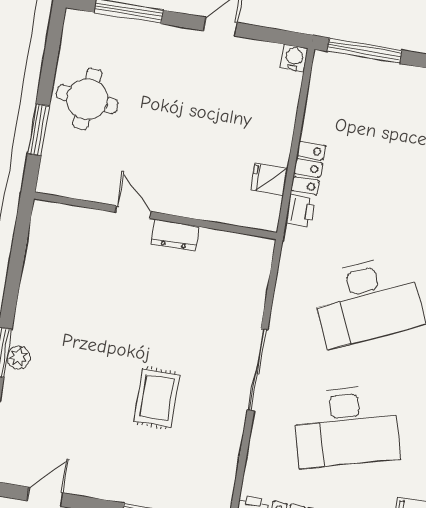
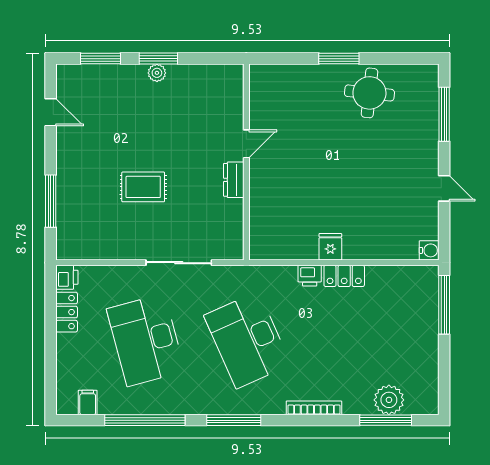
door: (133, 212) -> (246, 144), moved
wall: (155, 216) -> (246, 162), moved
dresser: (175, 235) -> (234, 180), moved

